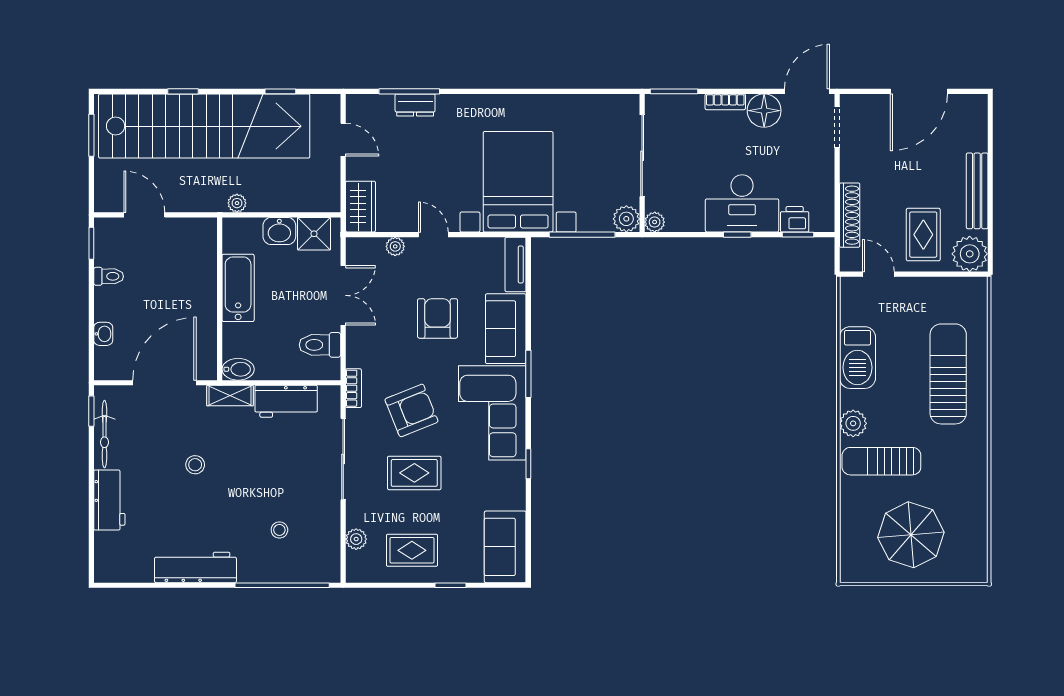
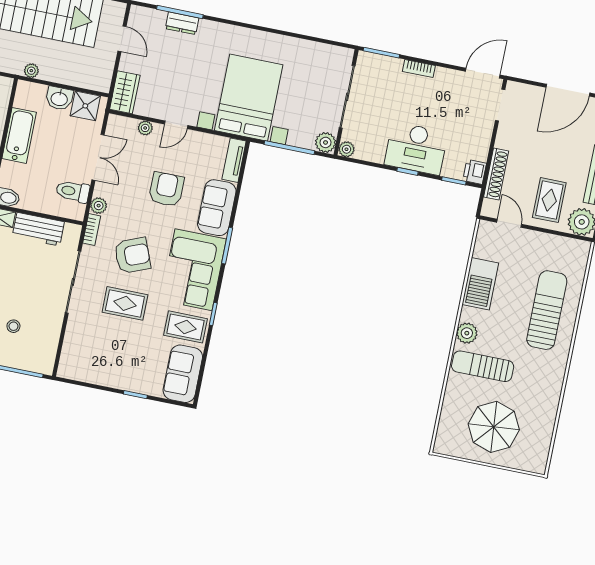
floor lamp: (764, 111) -> (447, 81), removed
printer: (795, 219) -> (475, 172), moved, turned -90
door: (433, 235) -> (176, 125), swing flipped
plant: (356, 539) -> (99, 206), moved
rug: (412, 550) -> (185, 327), moved

